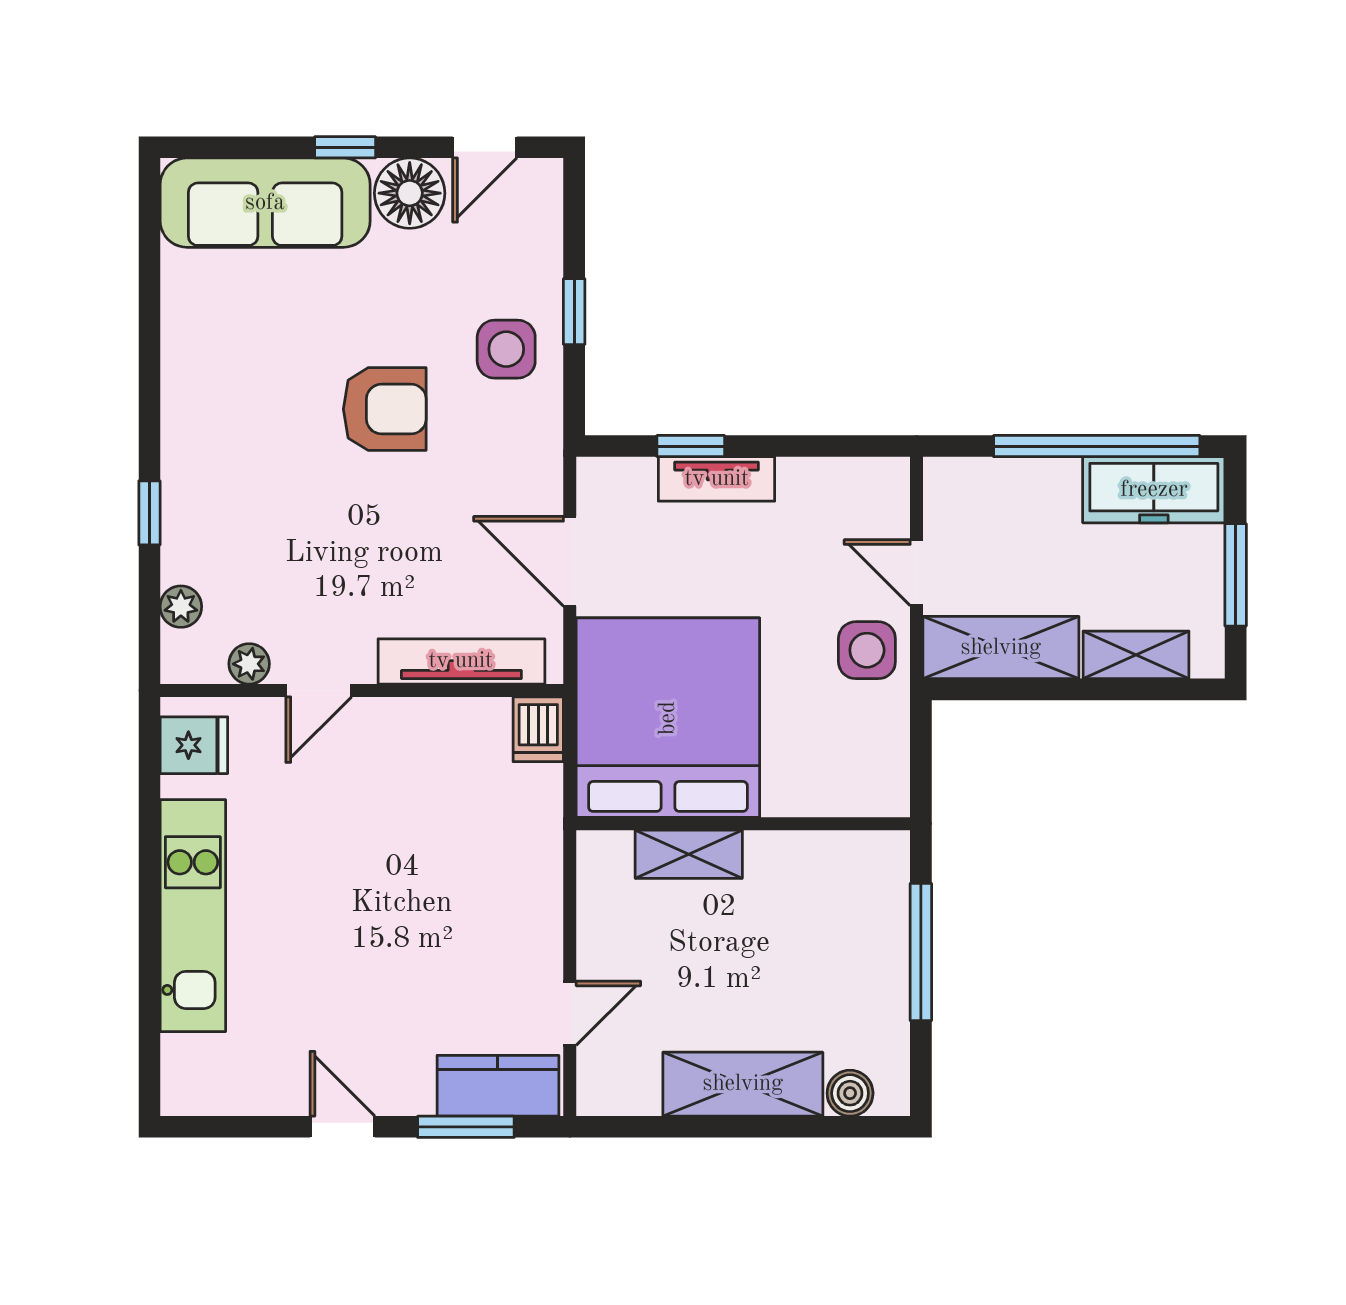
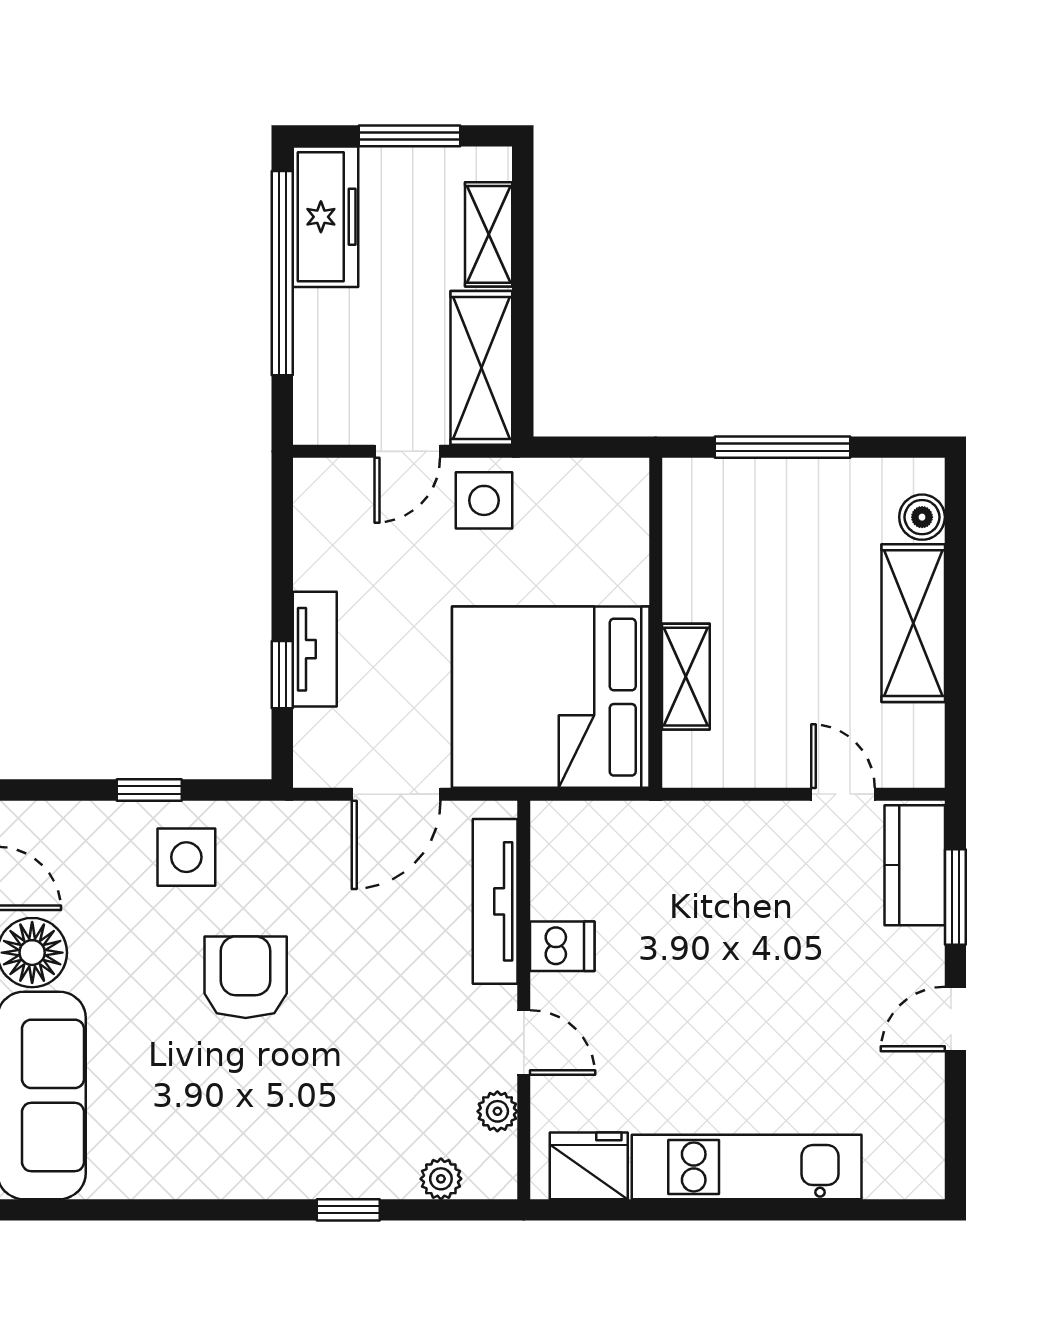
dishwasher: (538, 729) -> (562, 946), moved
fridge: (194, 745) -> (589, 1166), width x1.38

